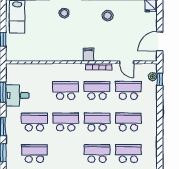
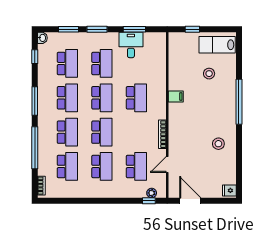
stool: (64, 13) -> (209, 74), moved
filing cabinet: (88, 55) -> (176, 97), moved
school desk: (97, 90) -> (67, 98), moved

